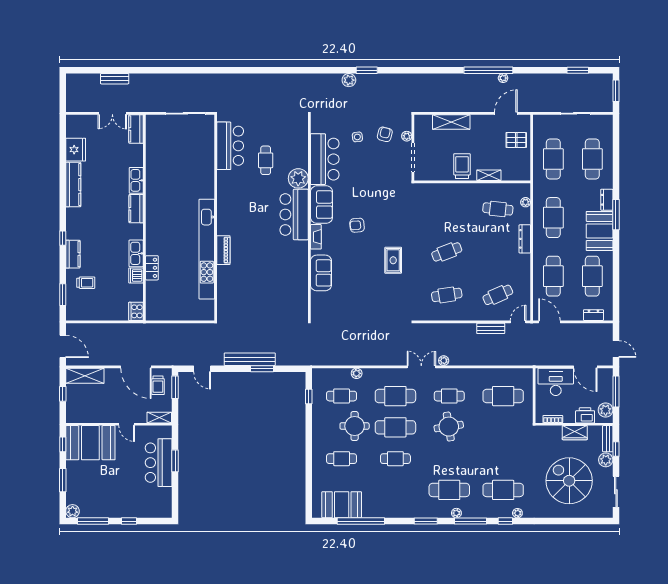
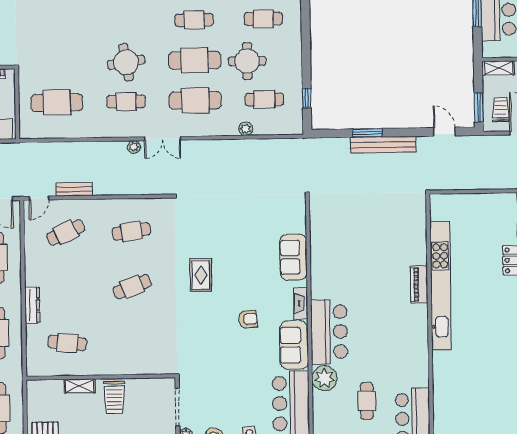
plant: (526, 202) -> (32, 352), removed

